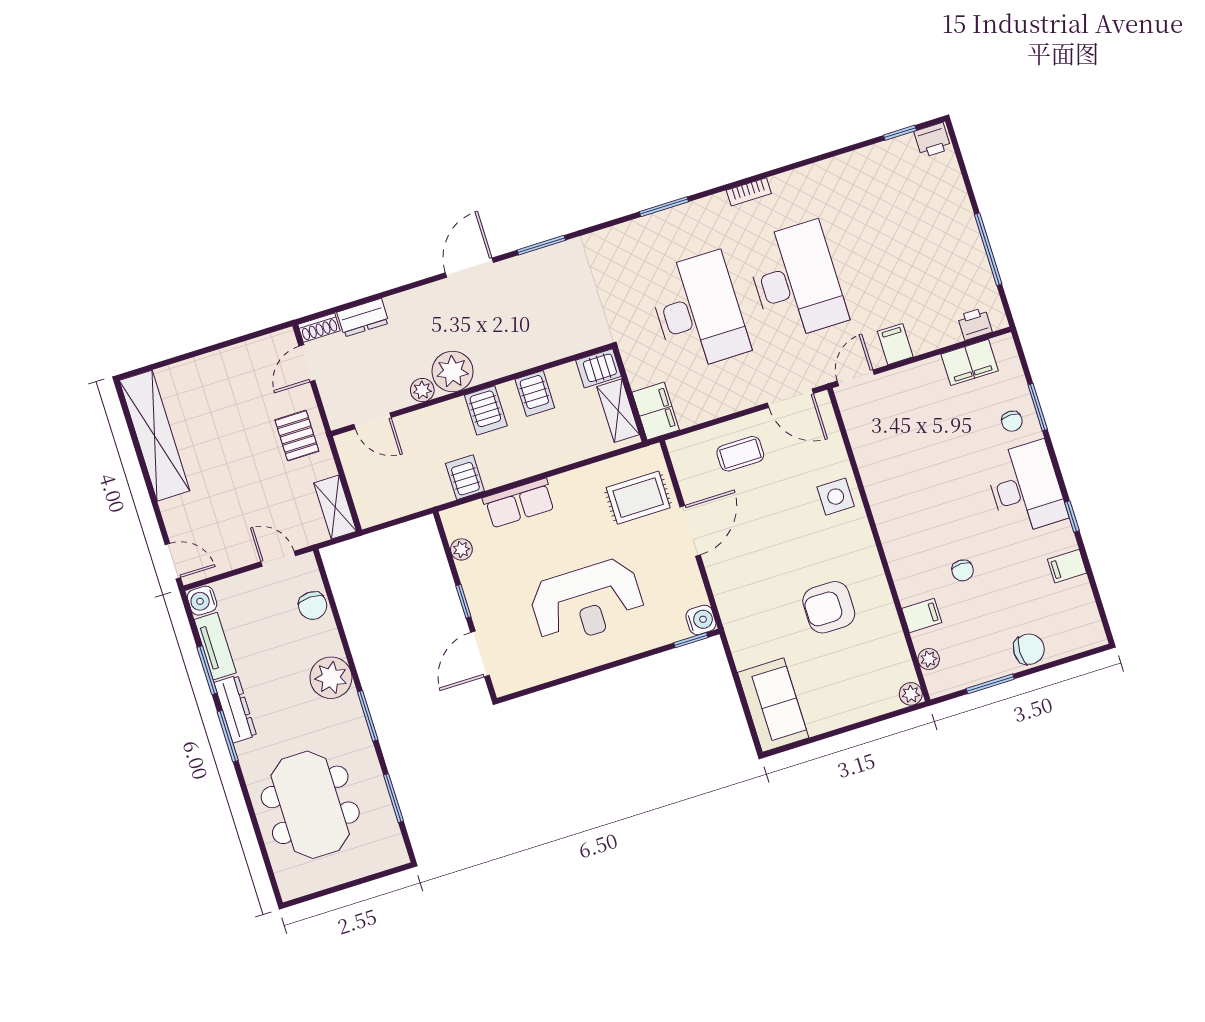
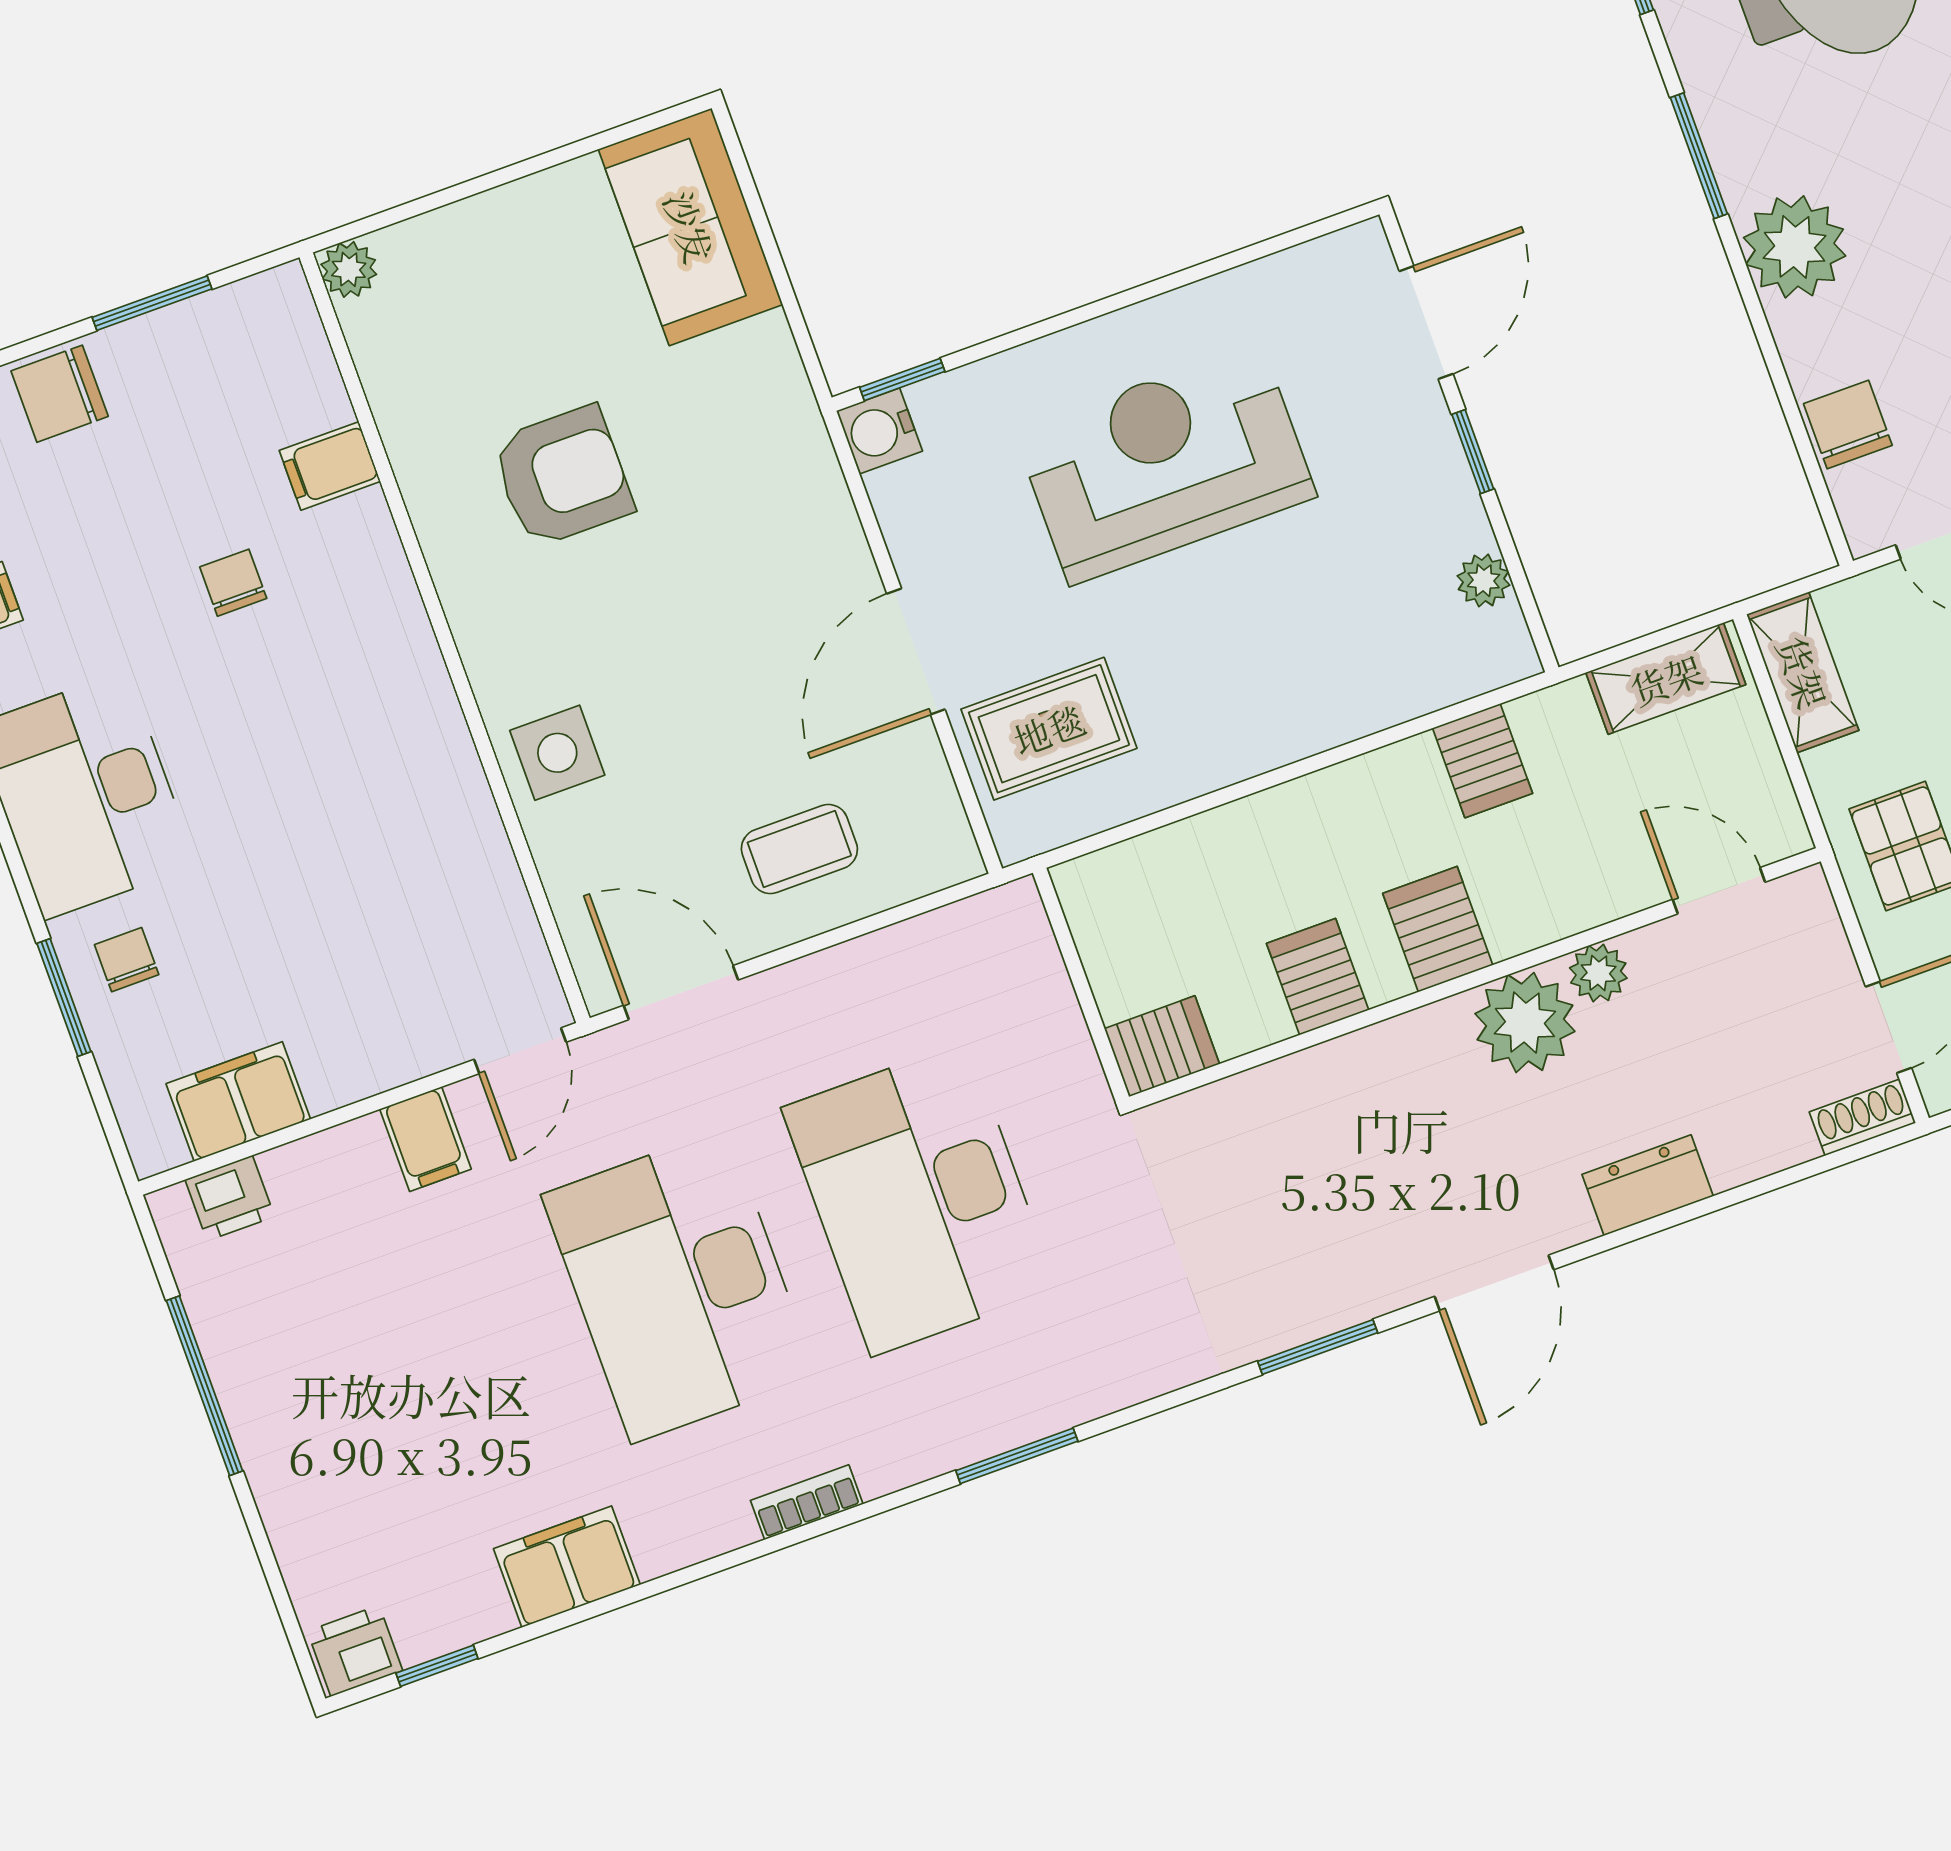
dresser: (363, 318) -> (1648, 1185), moved
shelving: (618, 411) -> (1666, 679), moved, turned 90
filing cabinet: (656, 411) -> (567, 1567), moved, turned 90
row of seats: (519, 503) -> (1345, 702), removed
plant: (929, 659) -> (308, 358), removed

